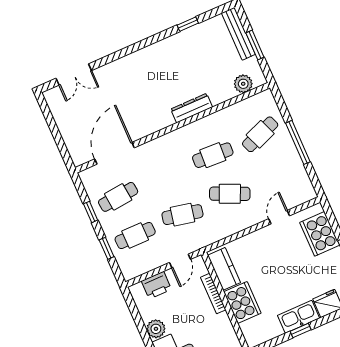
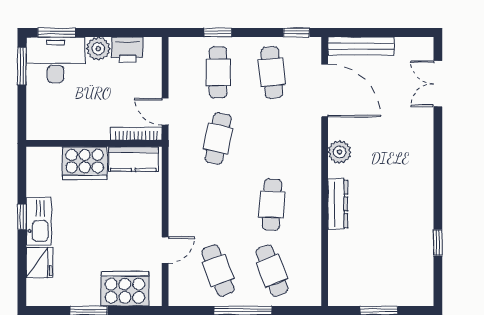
bench: (238, 34) -> (361, 46), moved
plant: (243, 84) -> (340, 152), moved
cafe table: (230, 194) -> (218, 271), moved, turned -45
window: (91, 212) -> (296, 32), moved
door: (279, 217) -> (165, 250), hinge flipped
printer: (156, 285) -> (127, 50), moved, turned -90
bookcase: (213, 294) -> (136, 134), moved

